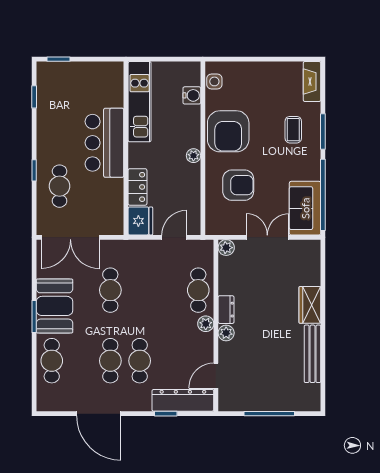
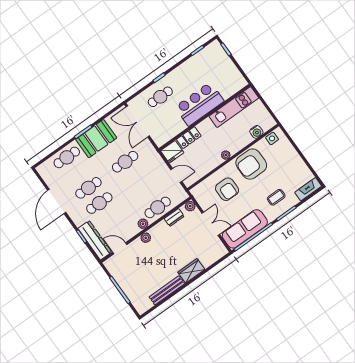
sofa: (305, 208) -> (245, 229), width x1.36
dresser: (226, 310) -> (174, 217), moved

